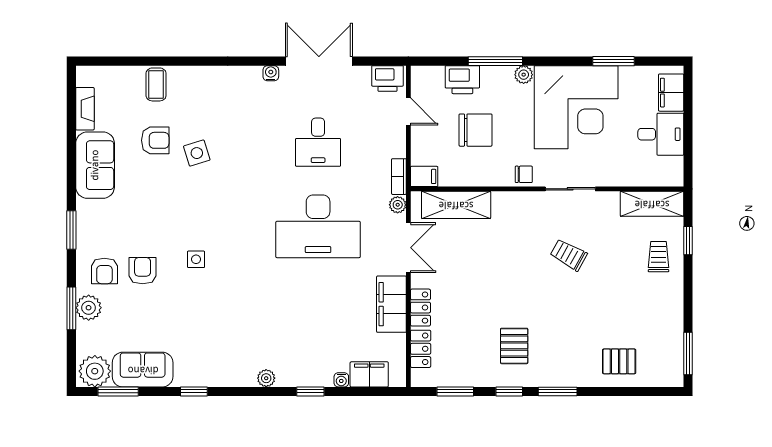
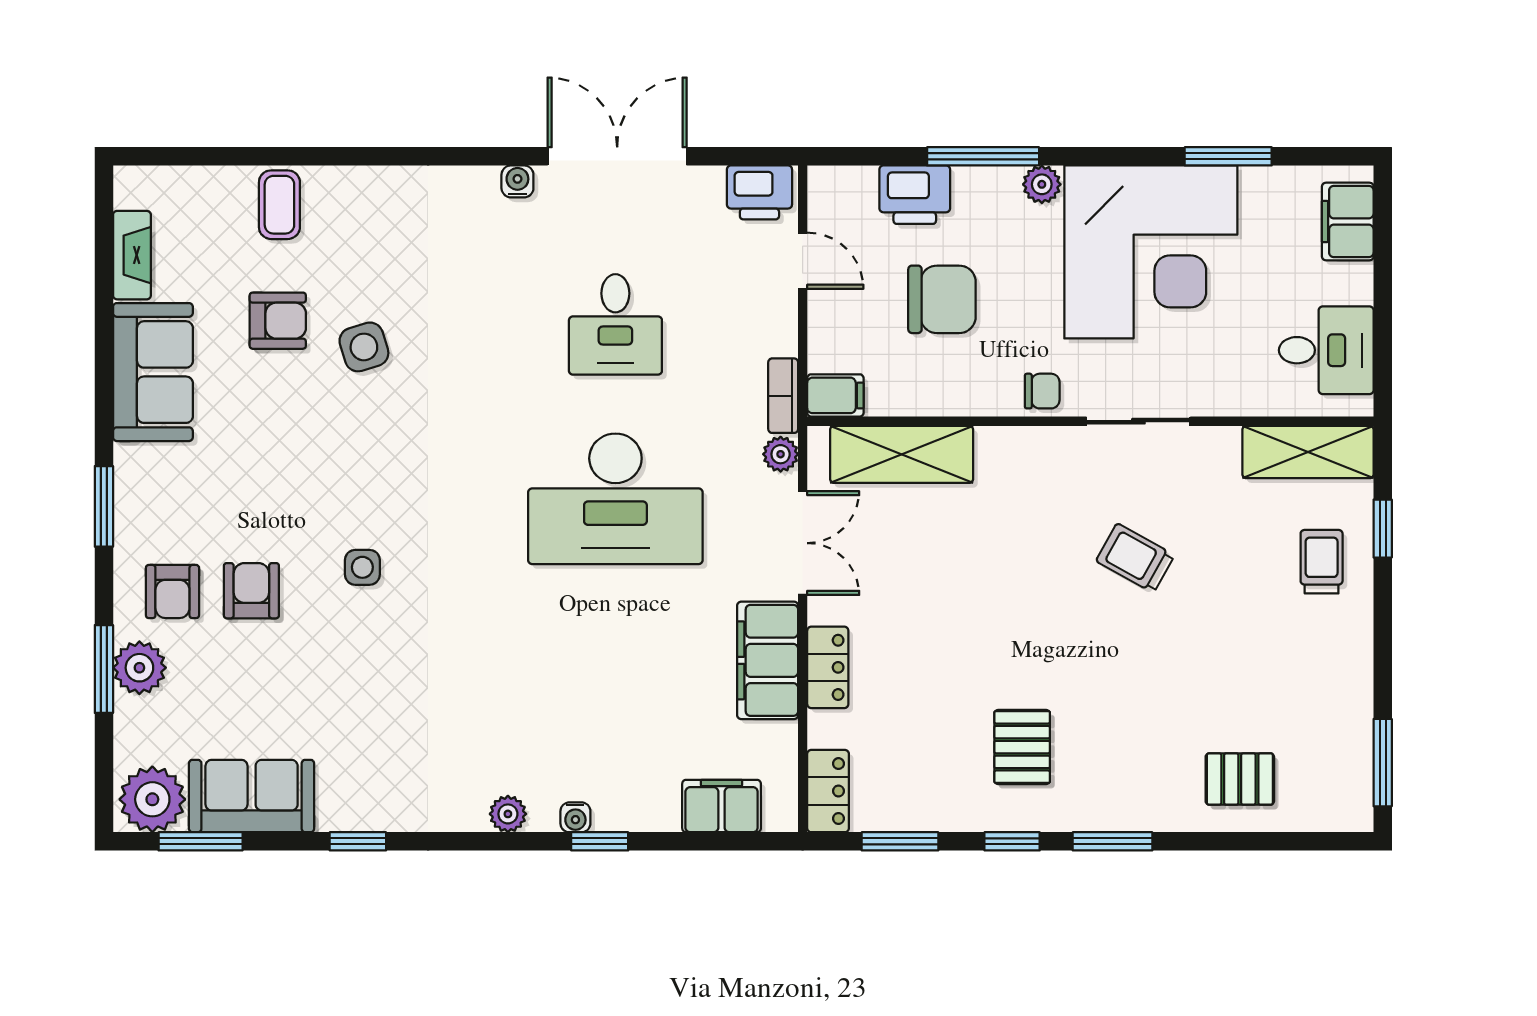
desk: (661, 134) -> (1326, 350), moved
locker: (421, 349) -> (828, 791), moved
water cooler: (341, 380) -> (575, 817), moved

